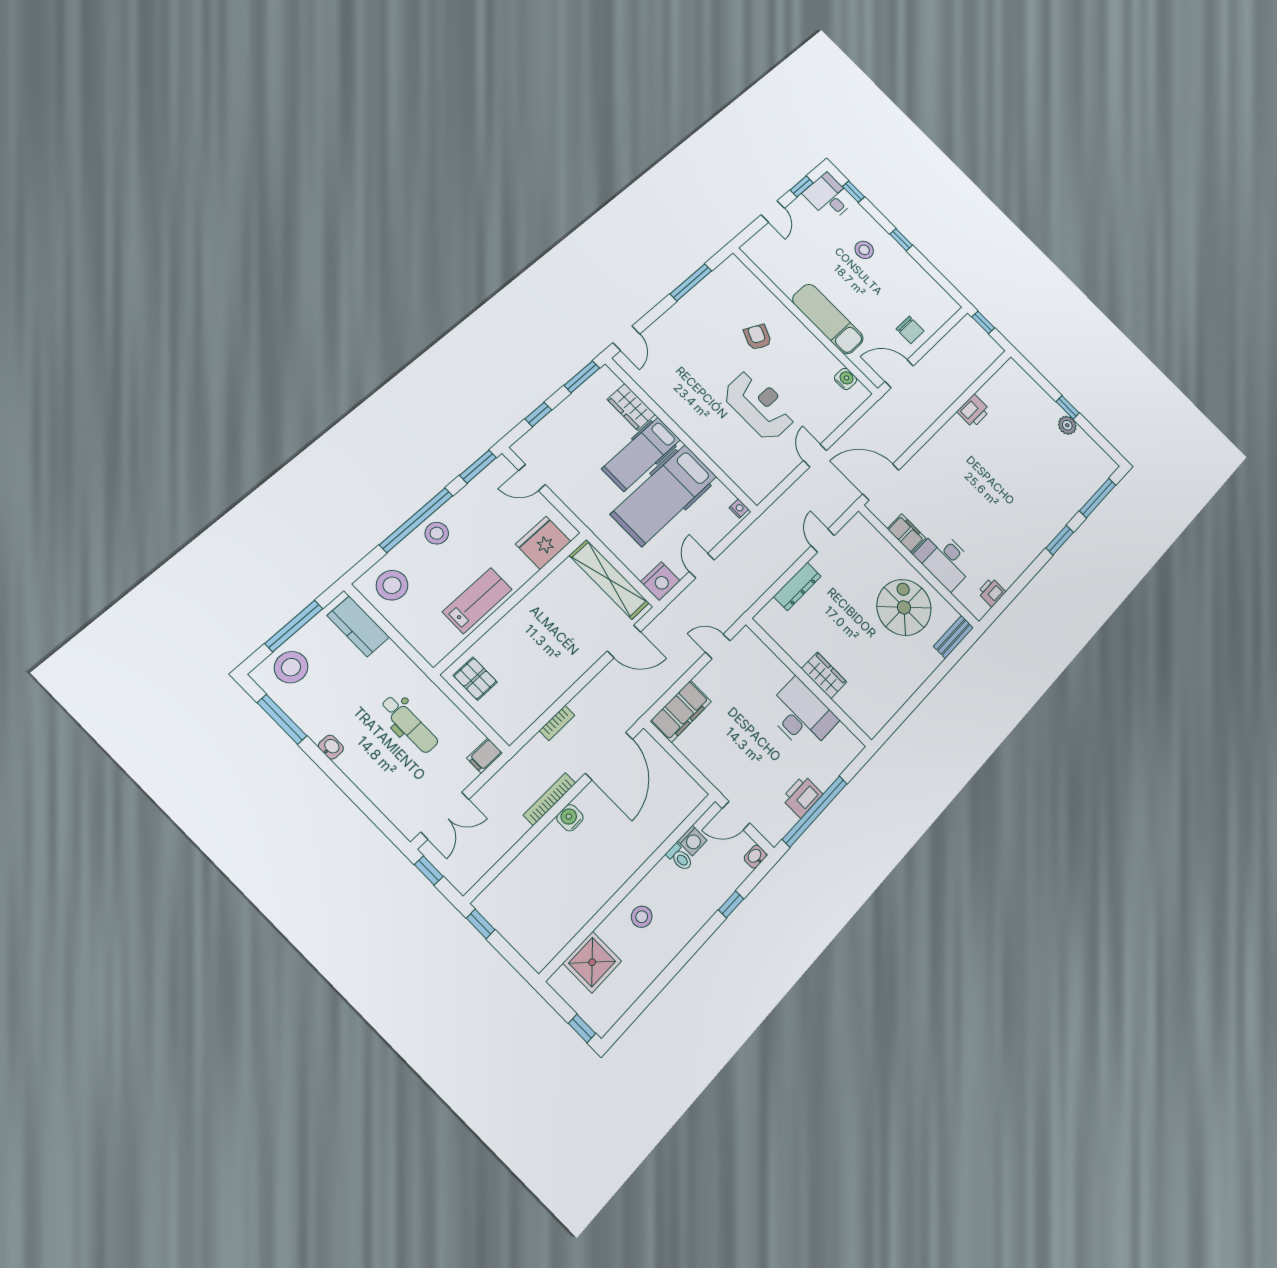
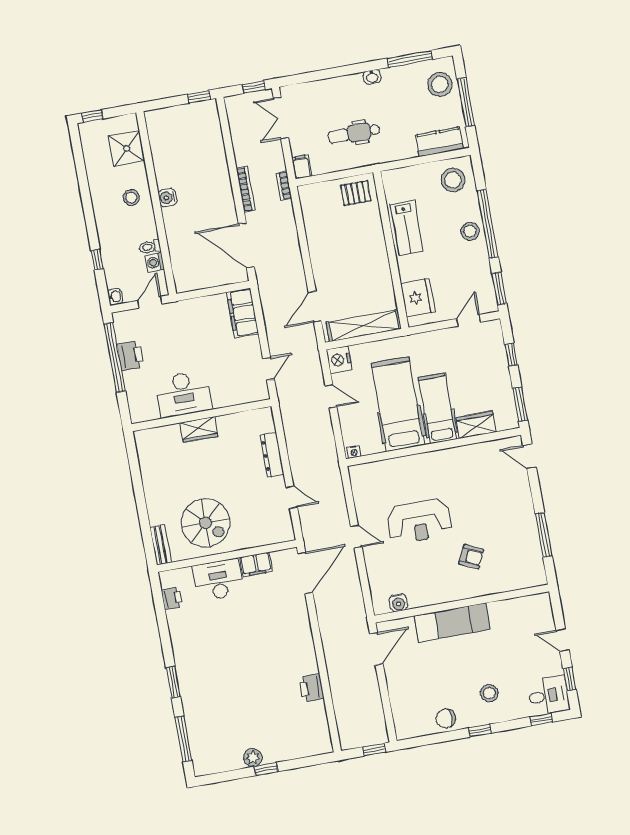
chair: (910, 330) -> (446, 718), moved
bookcase: (557, 723) -> (284, 186), moved
water cooler: (570, 818) -> (167, 198), moved, turned 180

